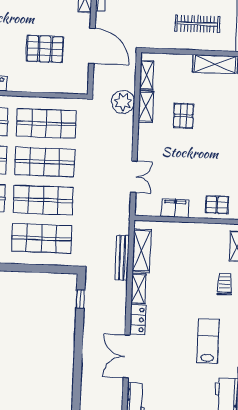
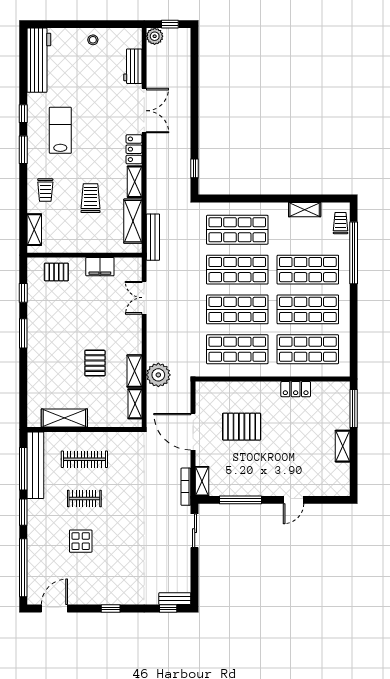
bench: (122, 258) -> (153, 237), moved
trolley: (182, 274) -> (90, 198), added
lab bench: (208, 341) -> (60, 130), turned 180

